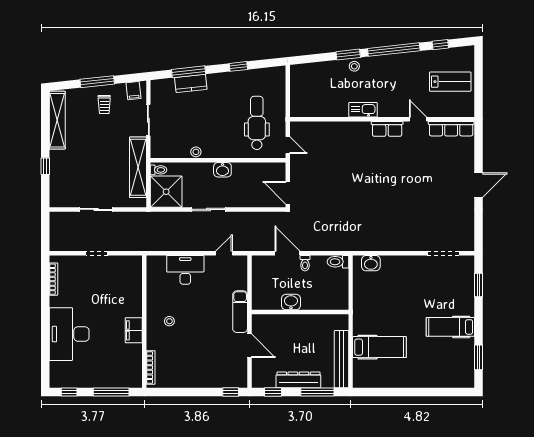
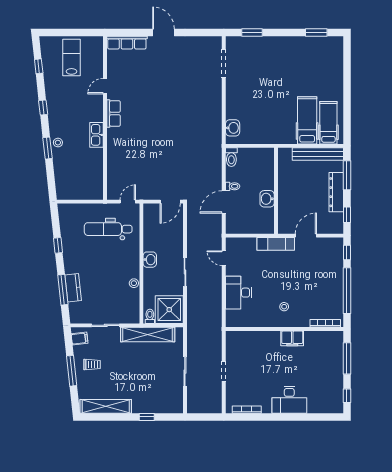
window: (394, 50) -> (43, 108), width x0.32
row of seats: (451, 129) -> (127, 43), moved, turned 90
hospital bed: (450, 327) -> (328, 123), moved, turned 180
desk: (69, 334) -> (289, 400), width x0.73, depth x0.77
window: (188, 392) -> (347, 291), added

